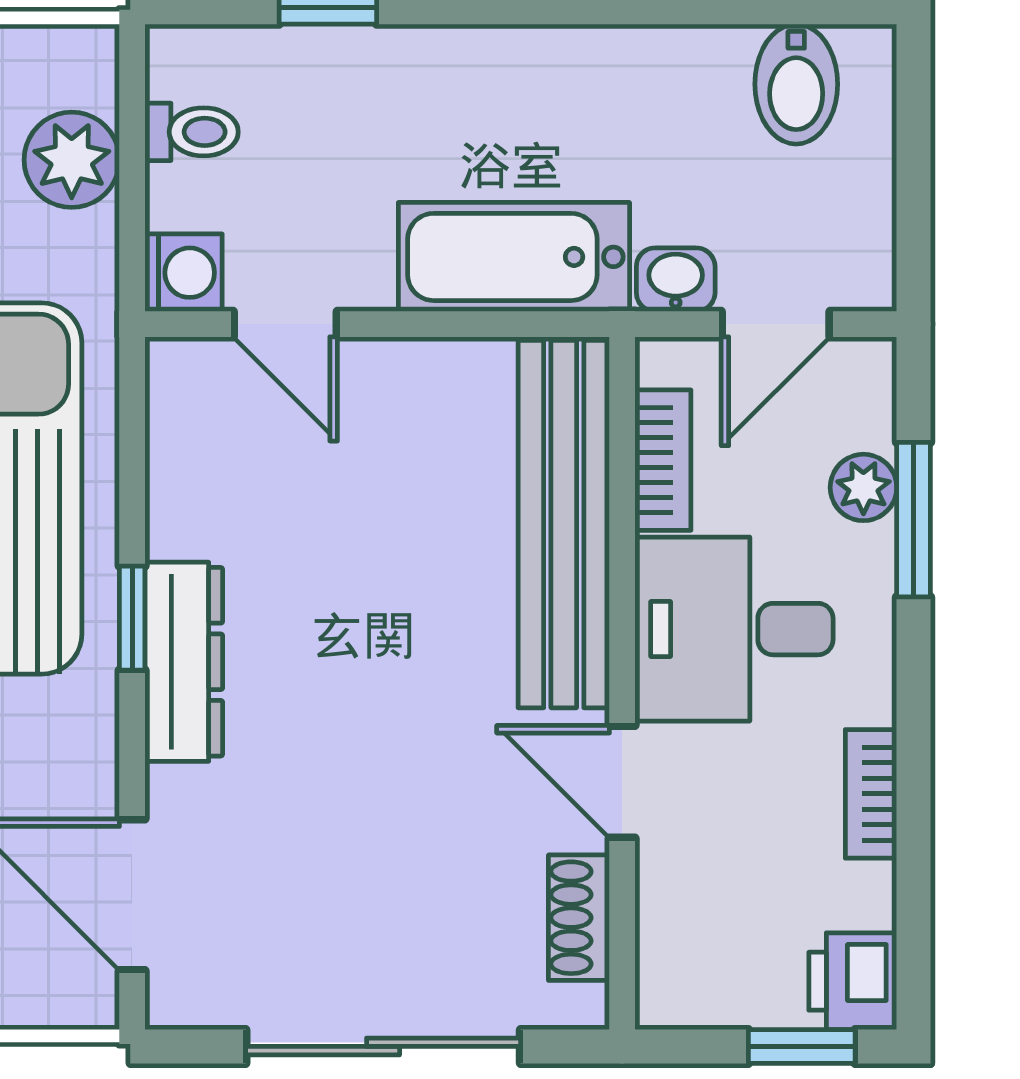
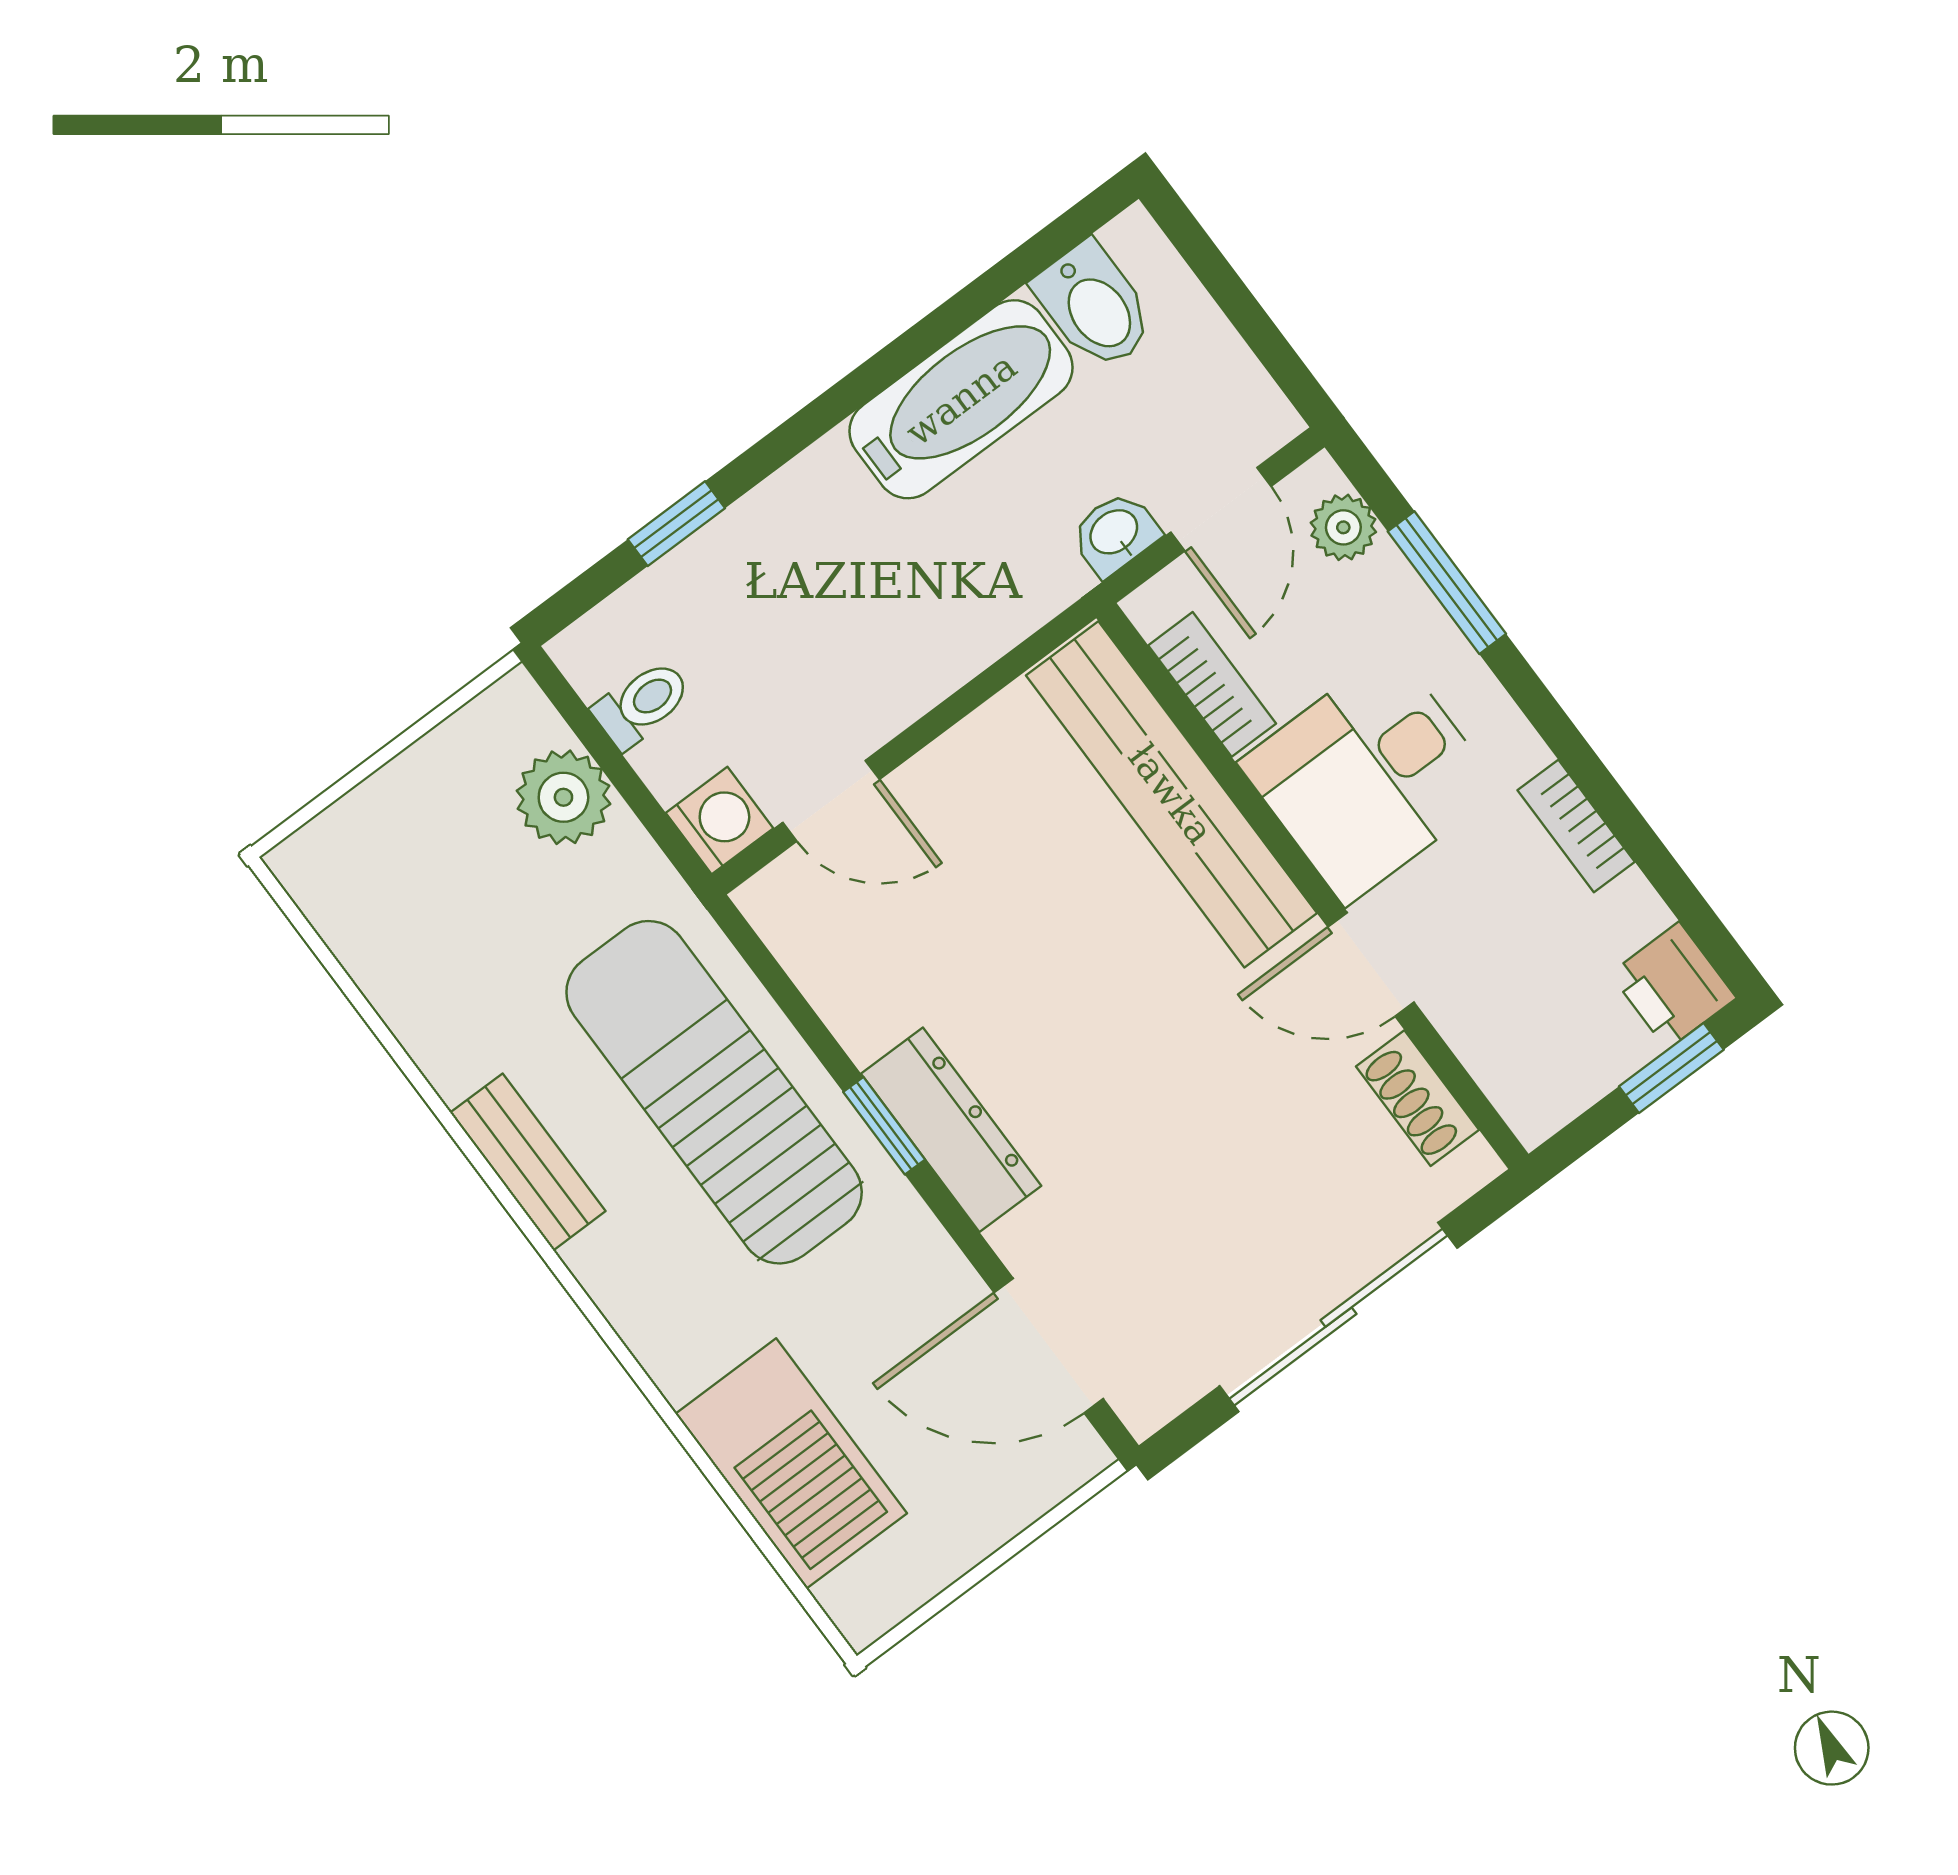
bathtub: (514, 257) -> (961, 399), moved, turned 180
plant: (863, 487) -> (1343, 527), moved

